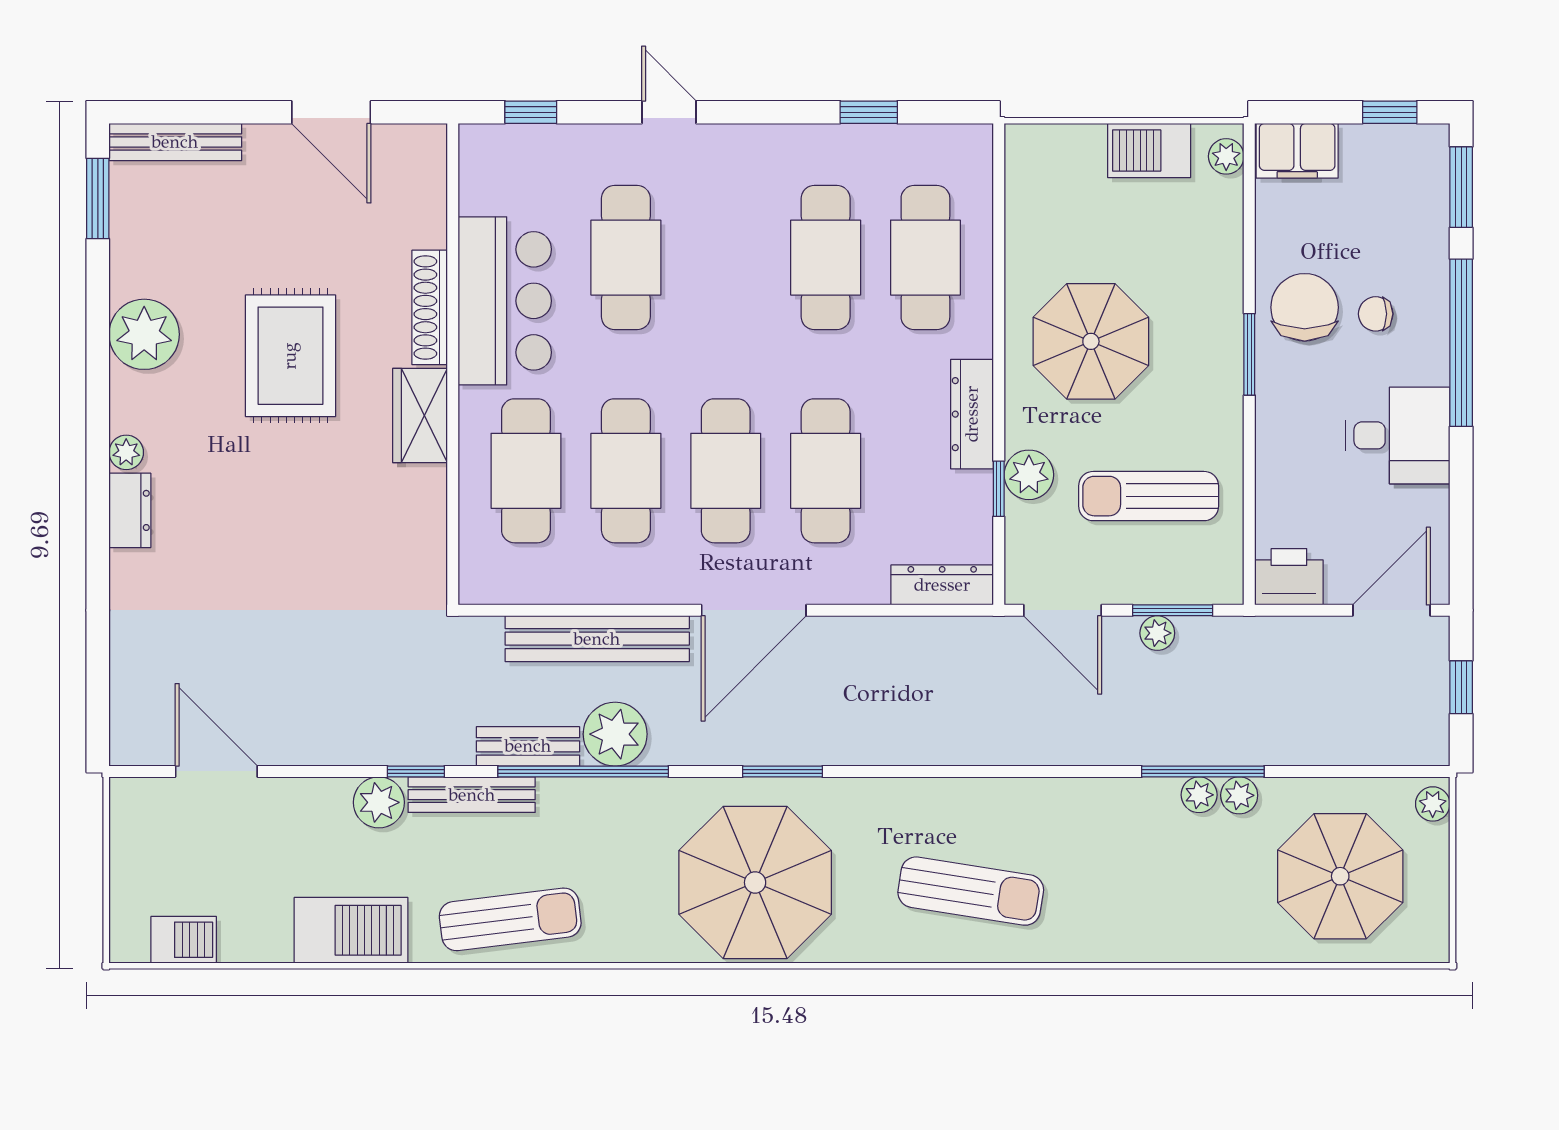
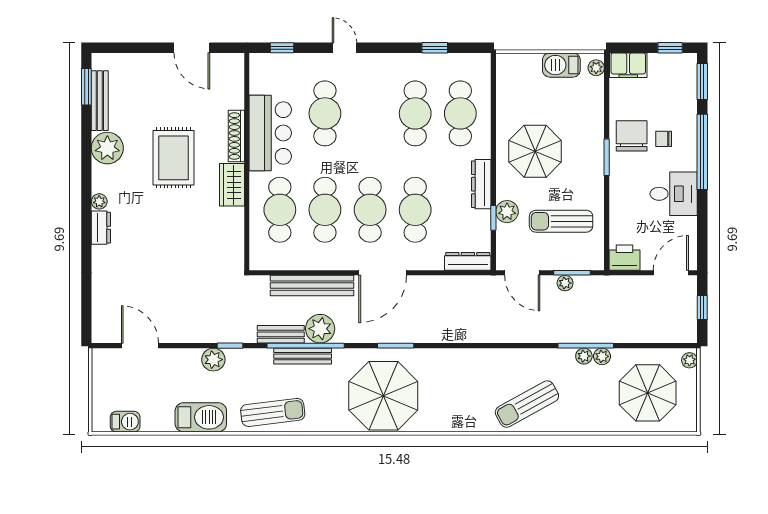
bench: (175, 142) -> (100, 101), moved, turned 90
bench: (472, 795) -> (303, 356), moved
sun lounger: (971, 891) -> (527, 404), moved, turned 142

